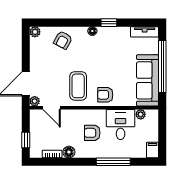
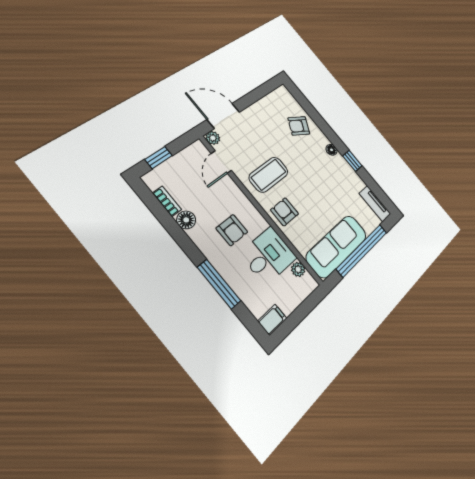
plant: (35, 32) -> (283, 92), removed
armchair: (92, 133) -> (232, 230), turned 180

